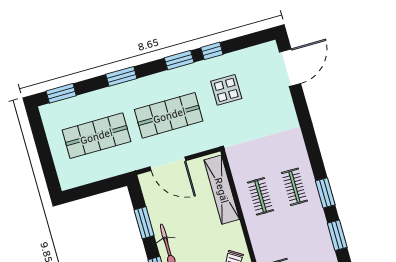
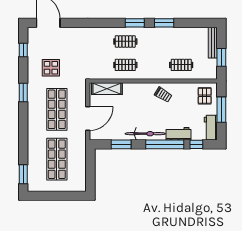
window: (212, 51) -> (23, 50), moved
window: (121, 76) -> (23, 133), removed
shelving: (222, 190) -> (107, 89), width x0.68

